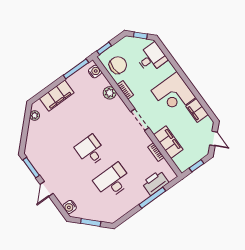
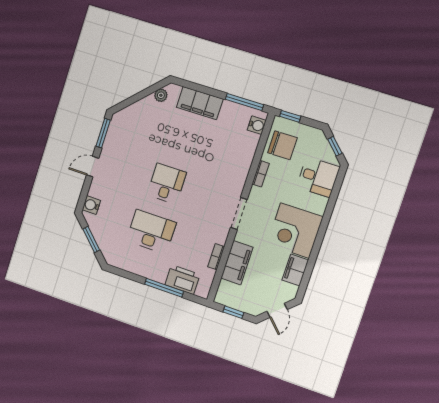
plant: (110, 93) -> (245, 159), removed

